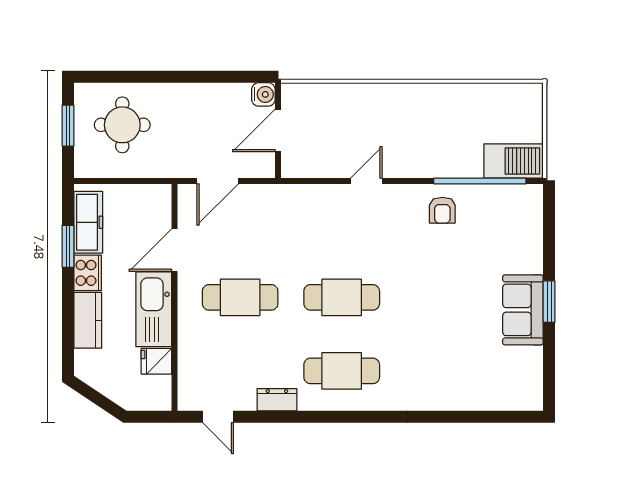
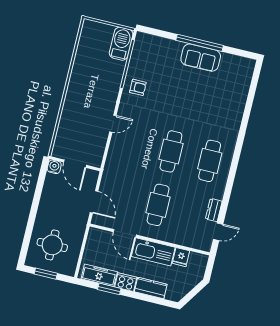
door: (366, 181) -> (113, 124), swing flipped
window: (549, 302) -> (200, 43), width x2.11
dresser: (277, 400) -> (214, 210), moved

